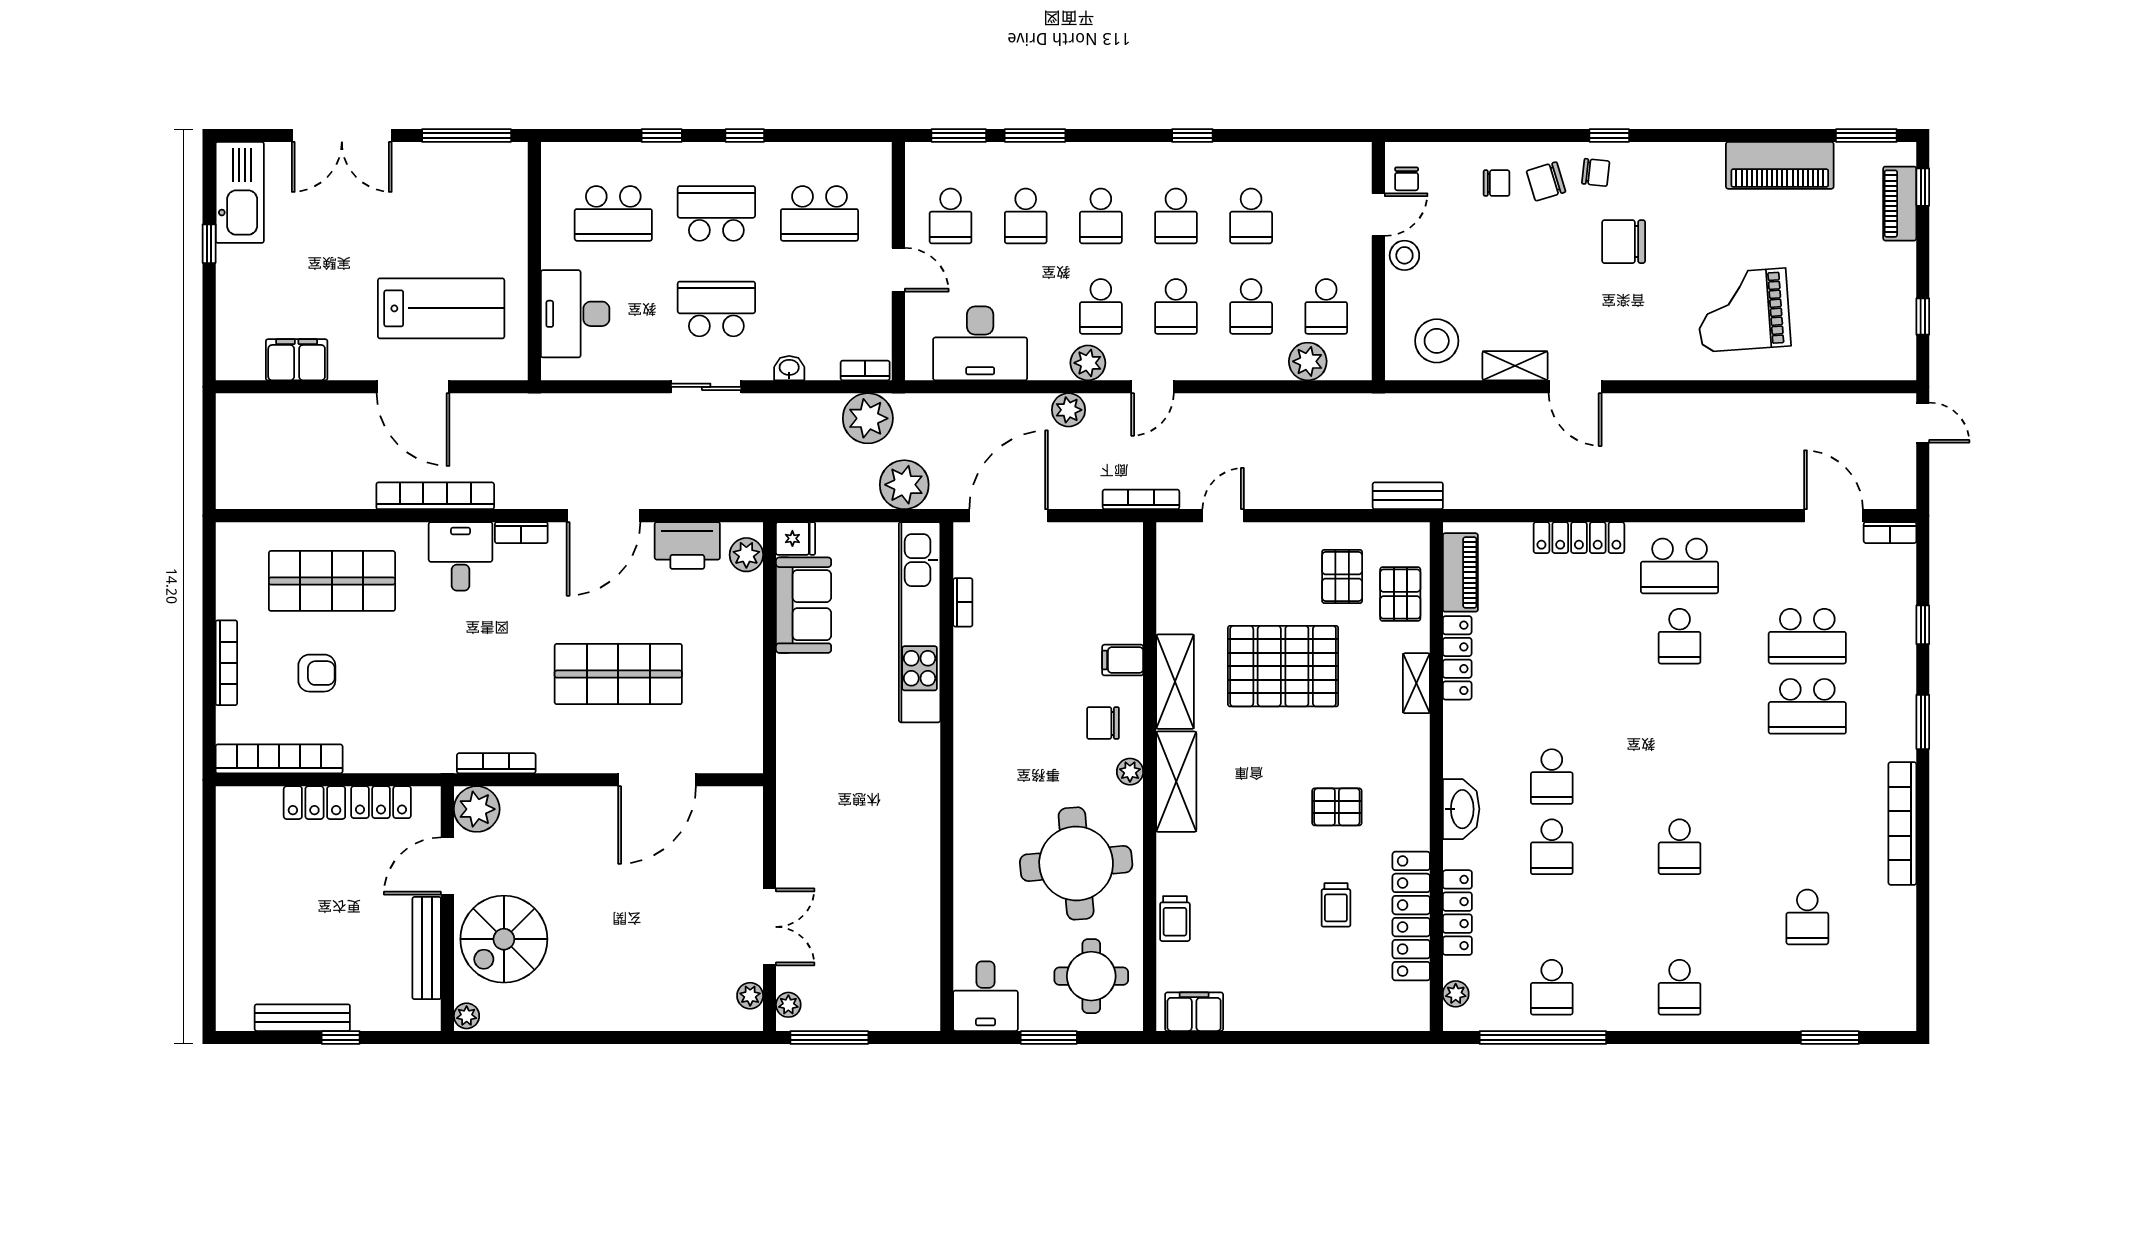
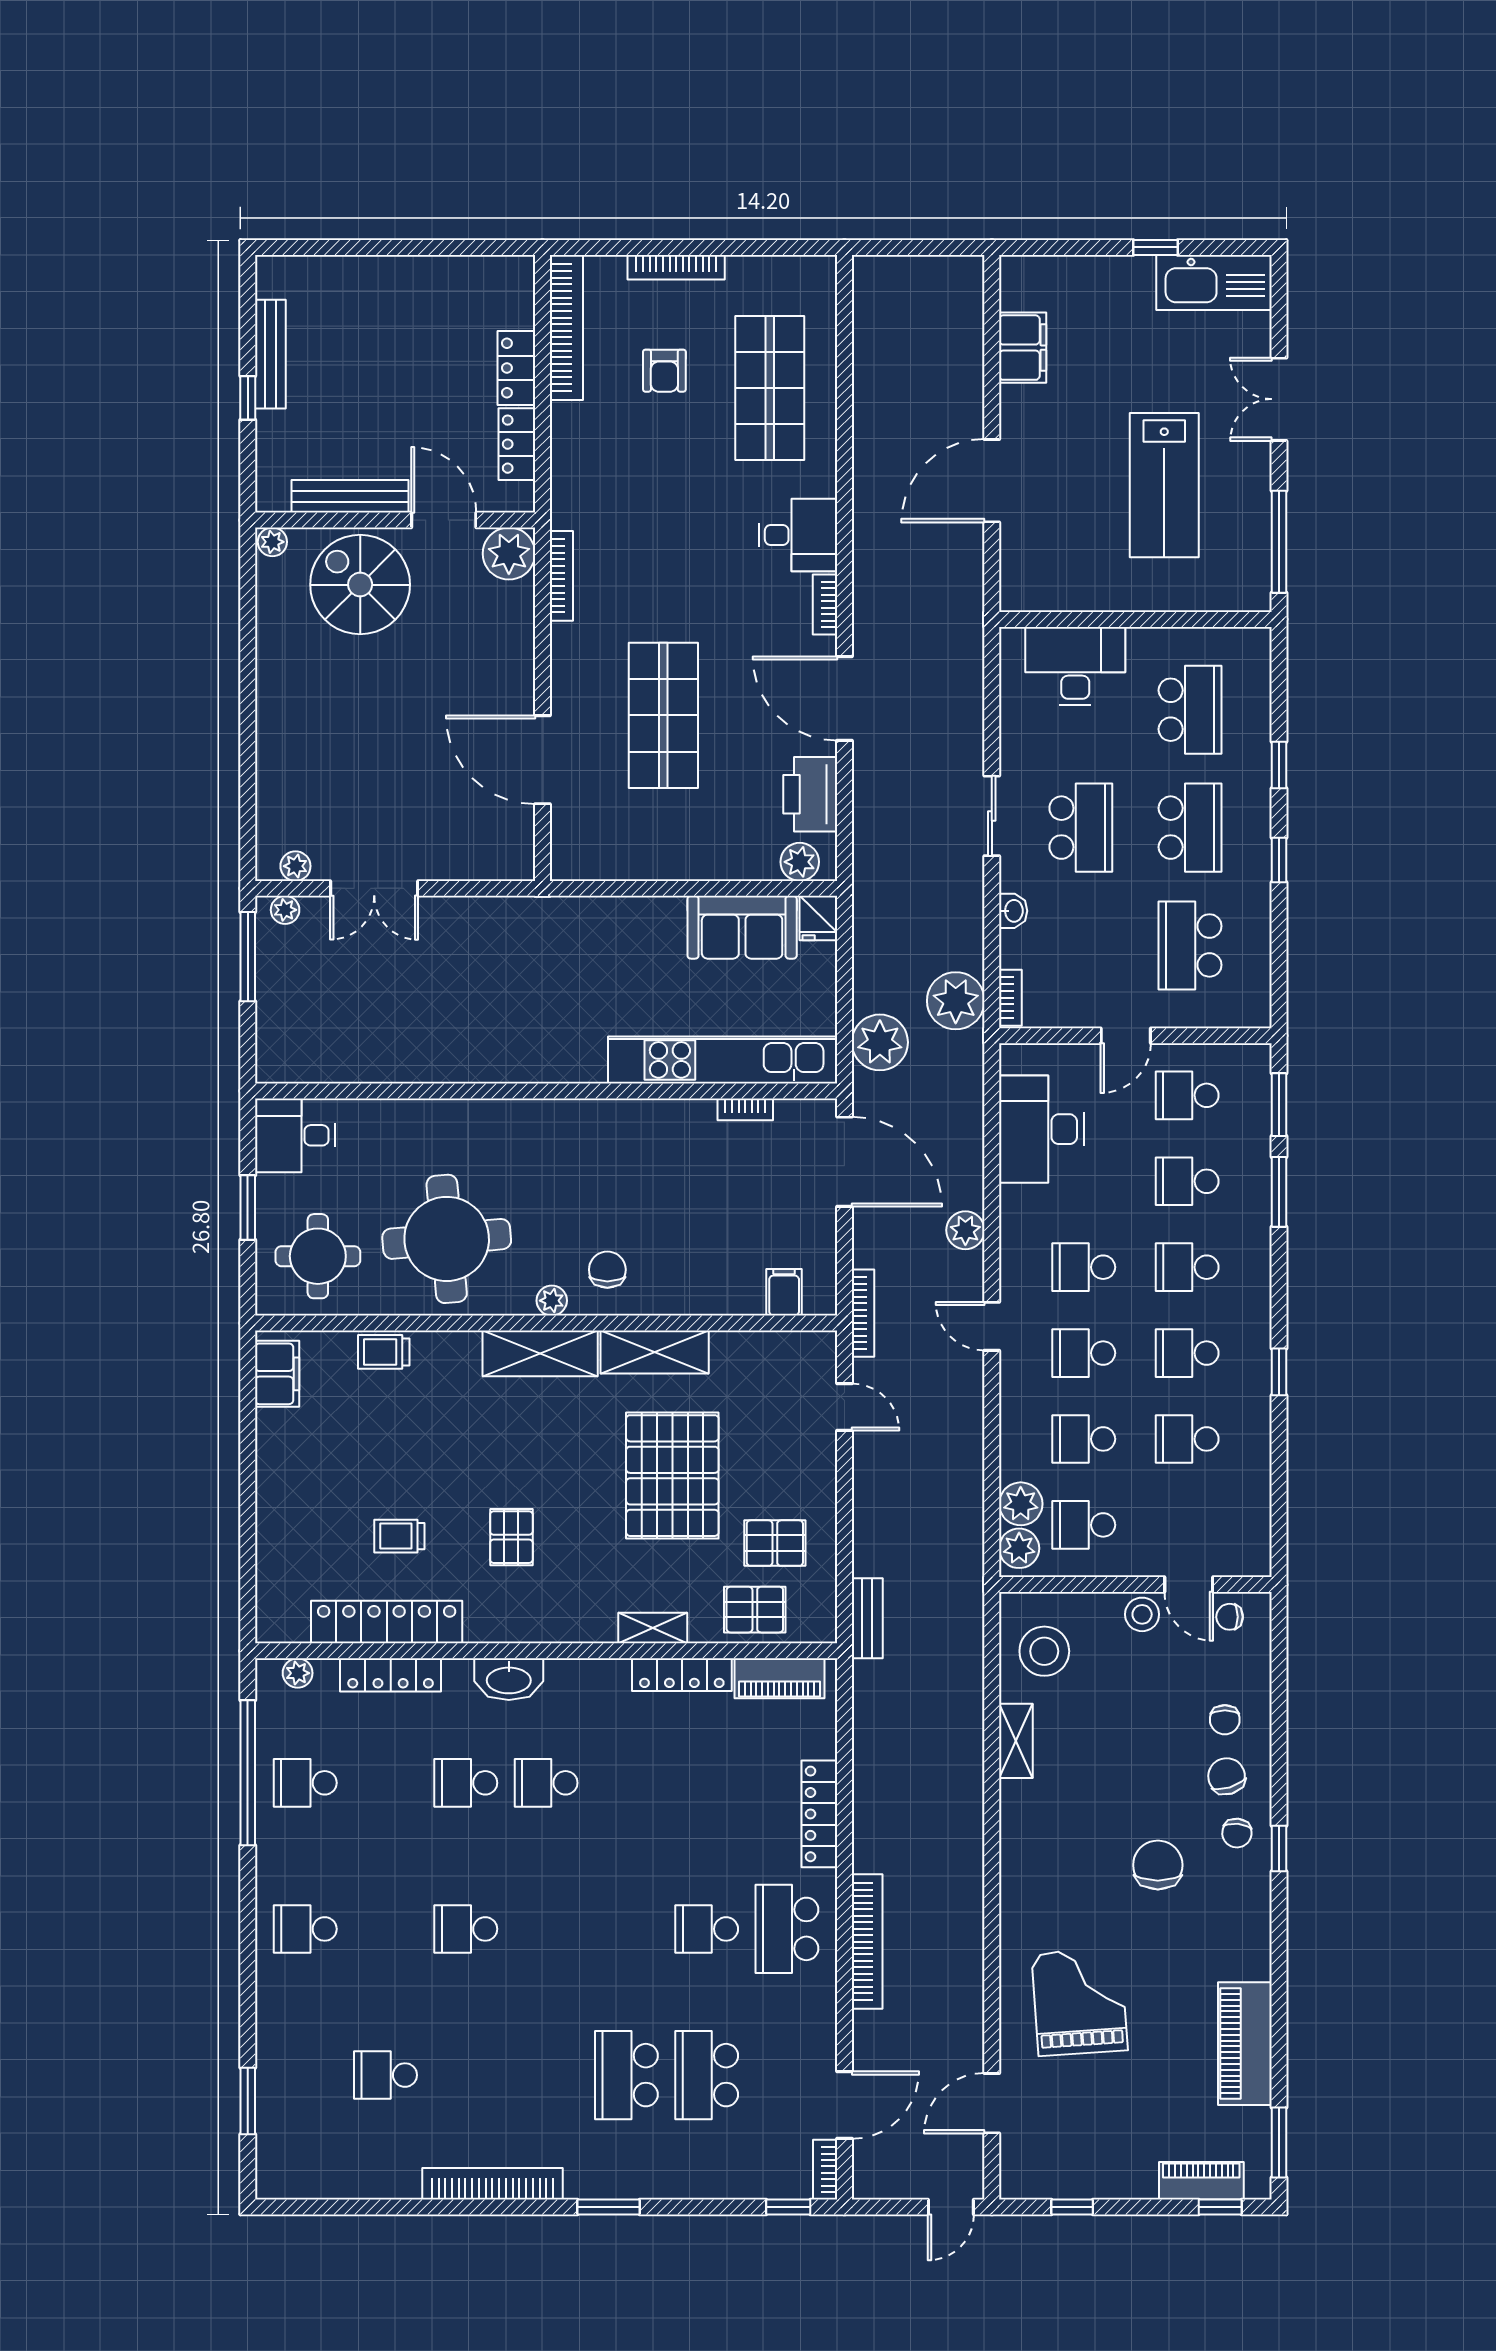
double door: (342, 136) -> (1279, 399), width x0.73
school desk: (613, 213) -> (1190, 710), turned 180
lab bench: (441, 308) -> (1164, 485), moved
plant: (1088, 363) -> (1019, 1548), moved
door: (1575, 387) -> (992, 2103), moved
bookcase: (435, 496) -> (867, 1942), moved
window: (1923, 625) -> (788, 2207), moved
filing cabinet: (1123, 660) -> (784, 1292), moved

